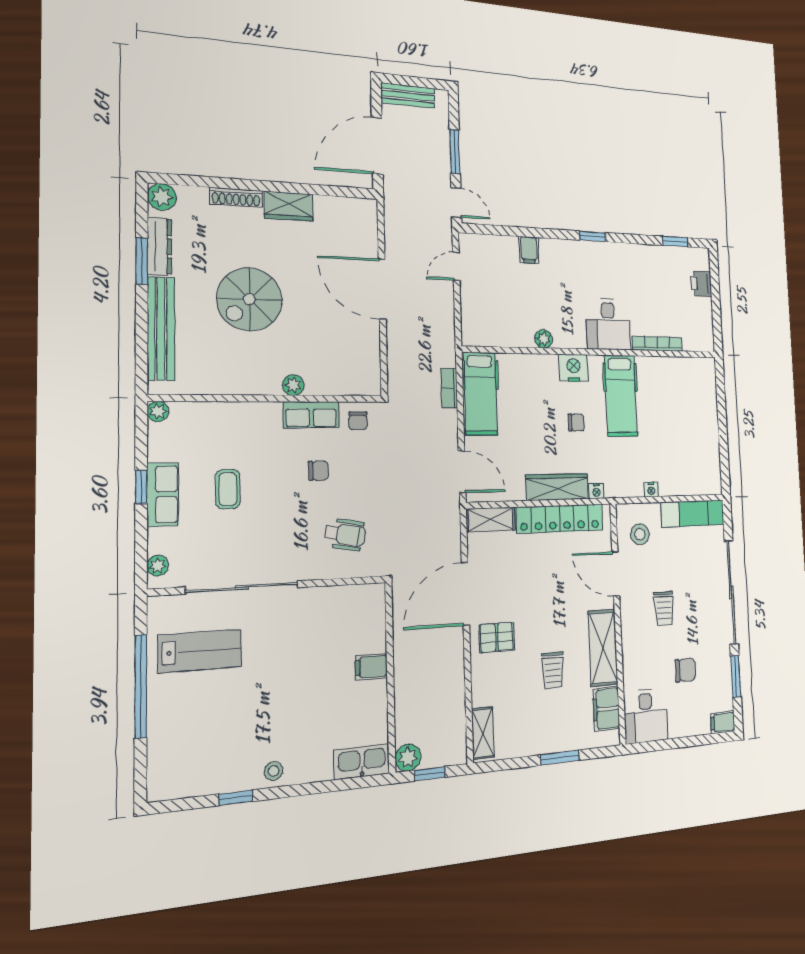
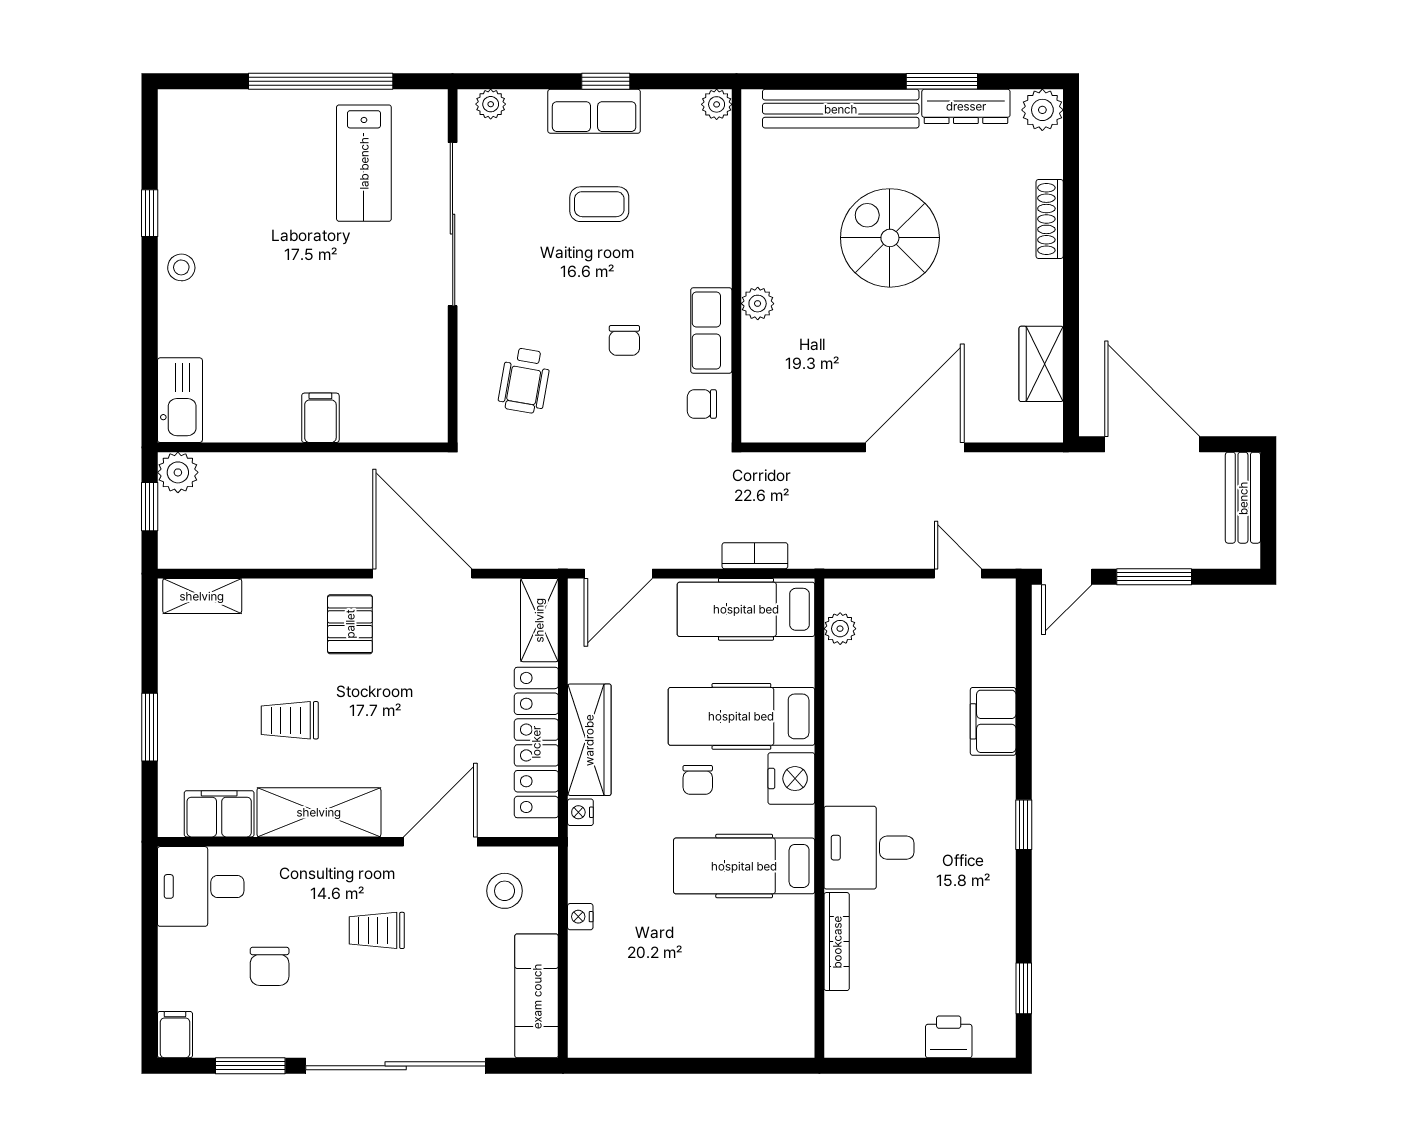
wardrobe: (289, 206) -> (1041, 364), moved
filing cabinet: (529, 250) -> (993, 721), width x2.00
plant: (544, 339) -> (840, 629), moved
hospital bed: (541, 397) -> (741, 716), added

